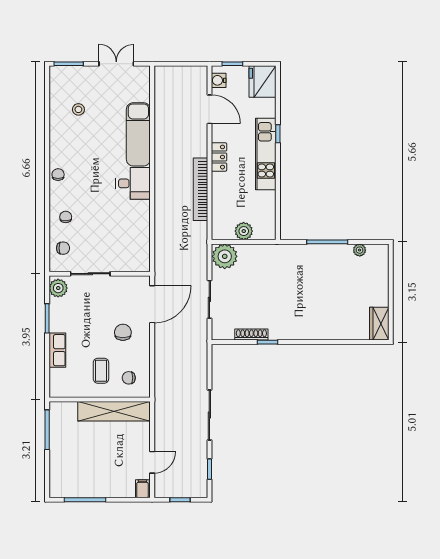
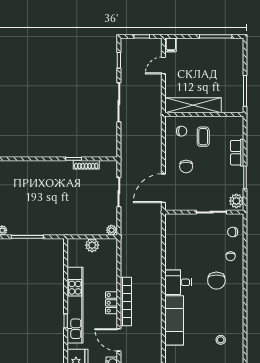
kitchen unit: (266, 154) -> (75, 305), width x1.36
chair: (58, 175) -> (216, 281), moved, width x1.87, depth x1.87
bookcase: (200, 189) -> (126, 301), moved
plant: (225, 256) -> (111, 230), width x0.53, depth x0.53

